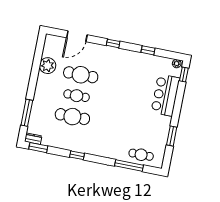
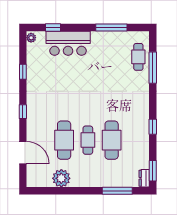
window: (184, 74) -> (53, 27), moved
window: (172, 136) -> (111, 27), width x1.44

